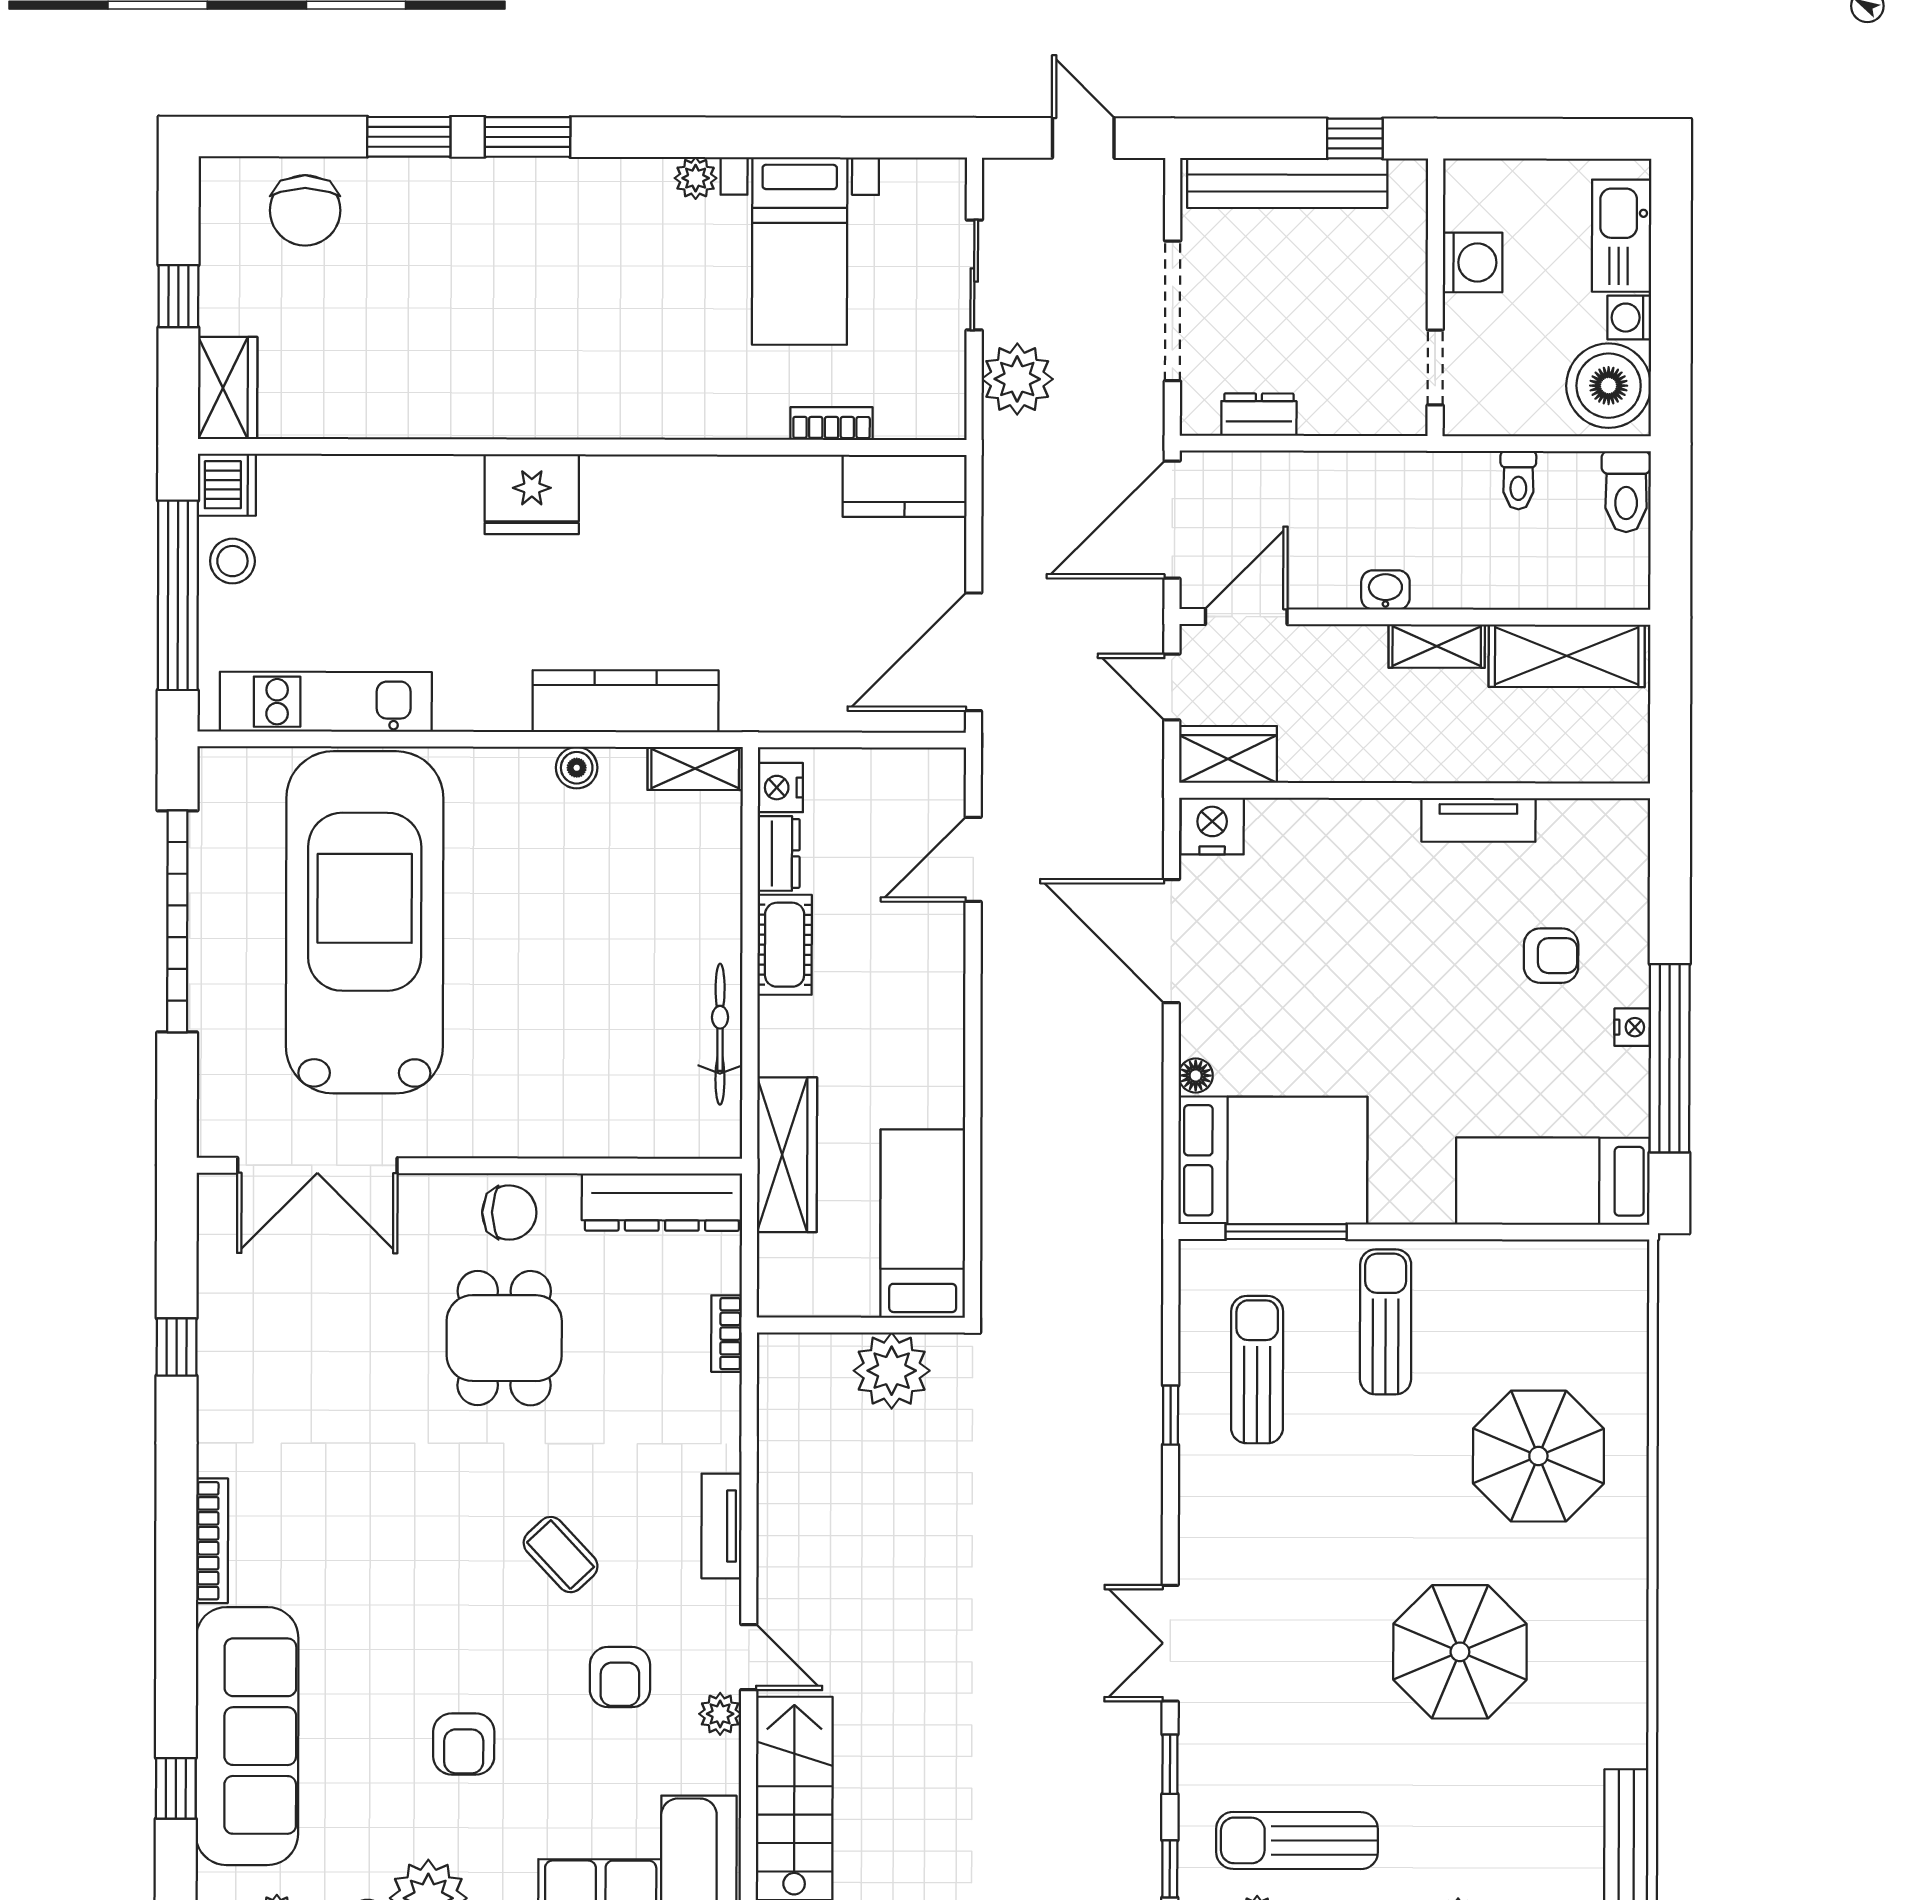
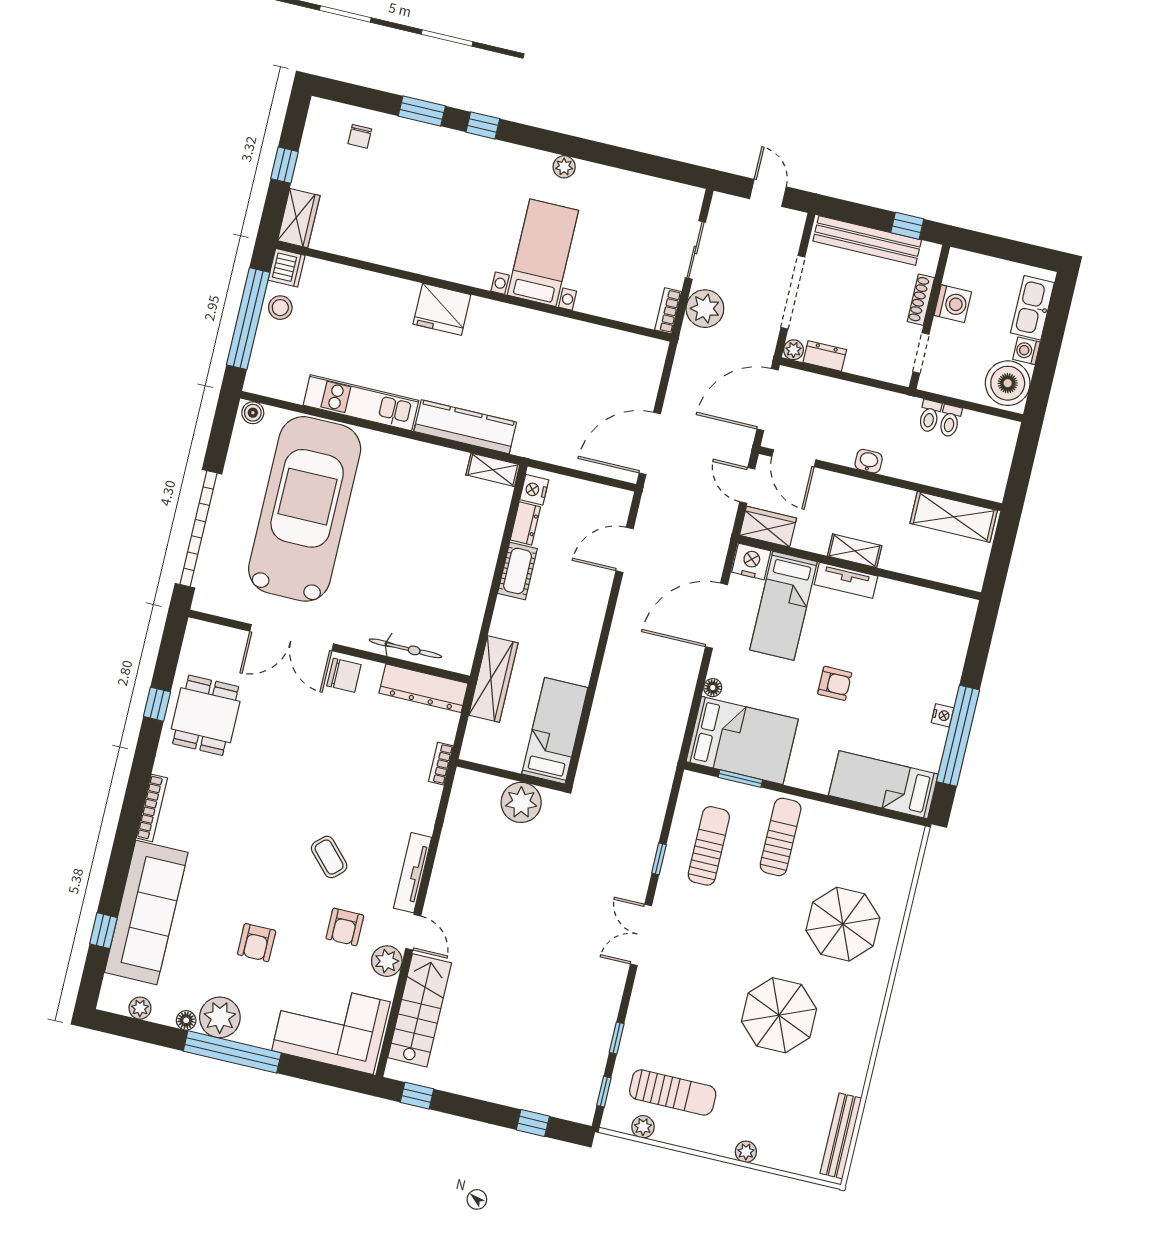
window: (528, 137) -> (483, 125), width x0.67
chair: (305, 210) -> (360, 136), width x0.54, depth x0.54
bed with nightstands: (800, 251) -> (543, 253), moved, turned 180
shoe rack: (1412, 269) -> (921, 300), added
plant: (1199, 417) -> (794, 350), added
bookcase: (832, 424) -> (668, 311), moved, turned -90
kitchen counter: (905, 486) -> (634, 350), removed
toilet: (1626, 492) -> (930, 416), moved, width x0.73, depth x0.72
door: (1246, 617) -> (794, 458), swing flipped
shelving: (1437, 646) -> (855, 551), moved
kitchen unit: (326, 702) -> (361, 403), moved
boiler: (577, 768) -> (253, 413), moved
tv unit: (1478, 820) -> (846, 580), moved
bed: (1291, 894) -> (783, 606), added
garage door: (177, 921) -> (198, 529), moved
door: (1171, 941) -> (716, 616), hinge flipped
armchair: (1551, 956) -> (835, 683), moved
bicycle: (720, 1034) -> (405, 648), moved, turned 90
double door: (317, 1165) -> (292, 638), moved
window: (1286, 1232) -> (740, 779), width x0.69
dining table: (504, 1338) -> (206, 715), moved
tv unit: (722, 1526) -> (413, 873), width x1.41
double door: (1170, 1643) -> (641, 935), moved
plant: (720, 1714) -> (387, 961), width x1.38, depth x1.38
sun lounger: (1297, 1841) -> (673, 1092), turned 180

